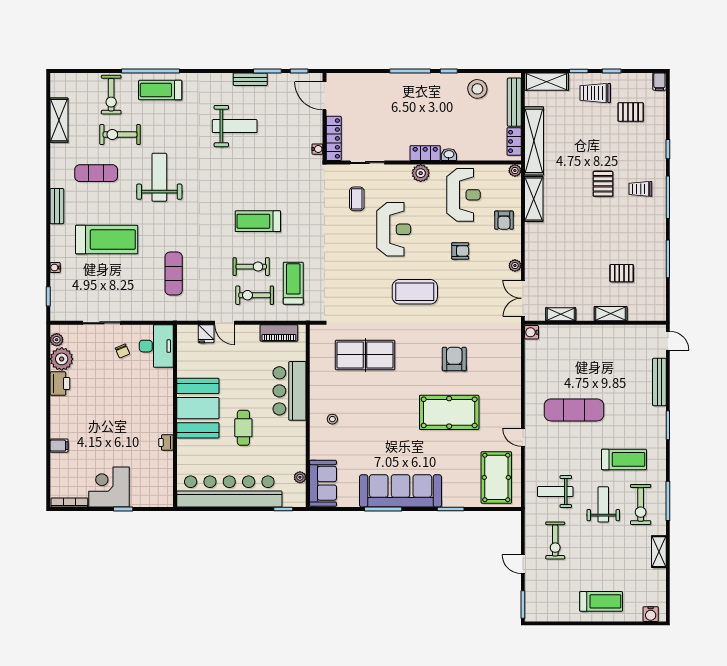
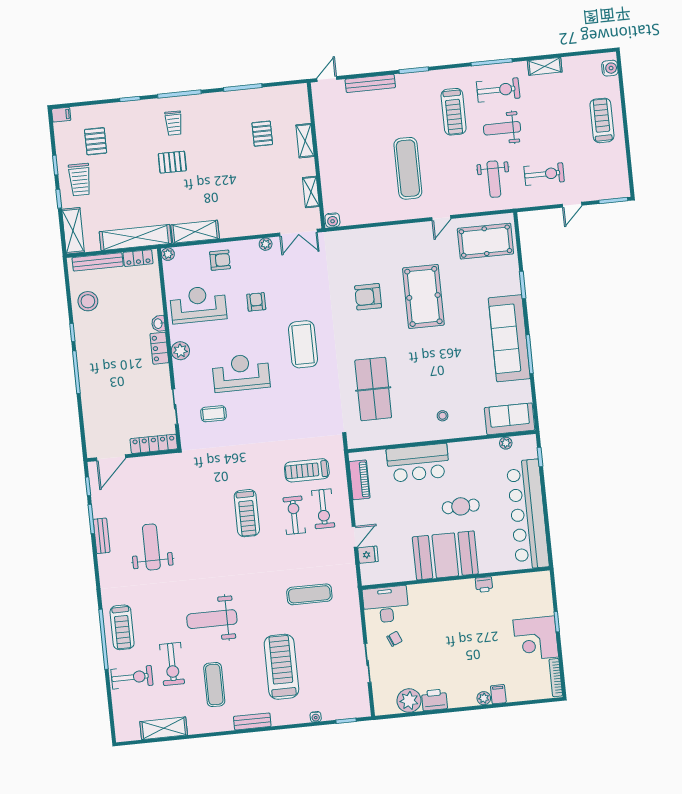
water cooler: (317, 149) -> (166, 459), removed
plant: (57, 340) -> (484, 698), moved
treadmill: (624, 459) -> (454, 112), turned 180

